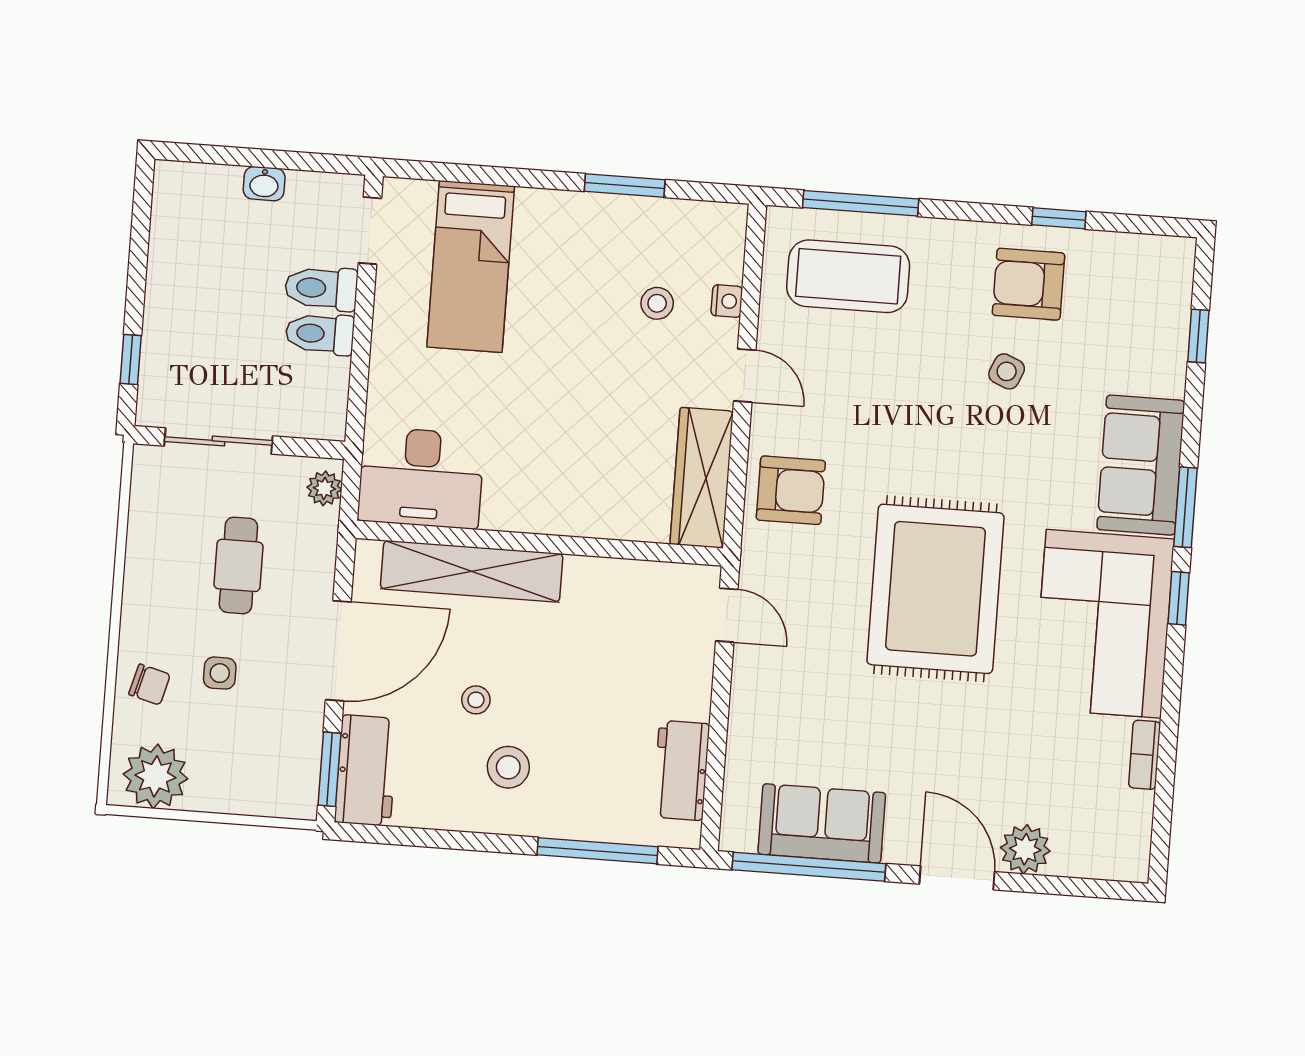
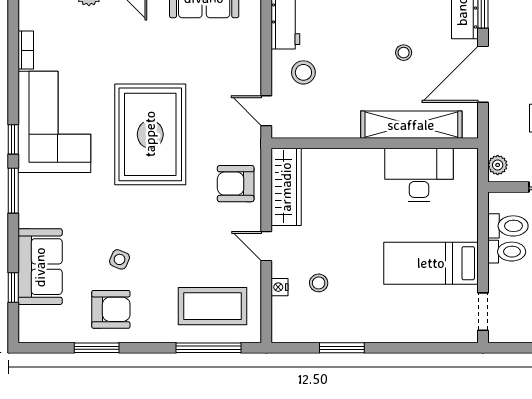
window: (1059, 218) -> (97, 348), width x1.50
bed: (471, 266) -> (431, 263), moved, turned -90
toilet: (321, 288) -> (508, 226), moved
sofa: (1141, 465) -> (40, 267), moved
desk: (421, 478) -> (419, 175), moved
stool: (508, 767) -> (303, 72), moved

